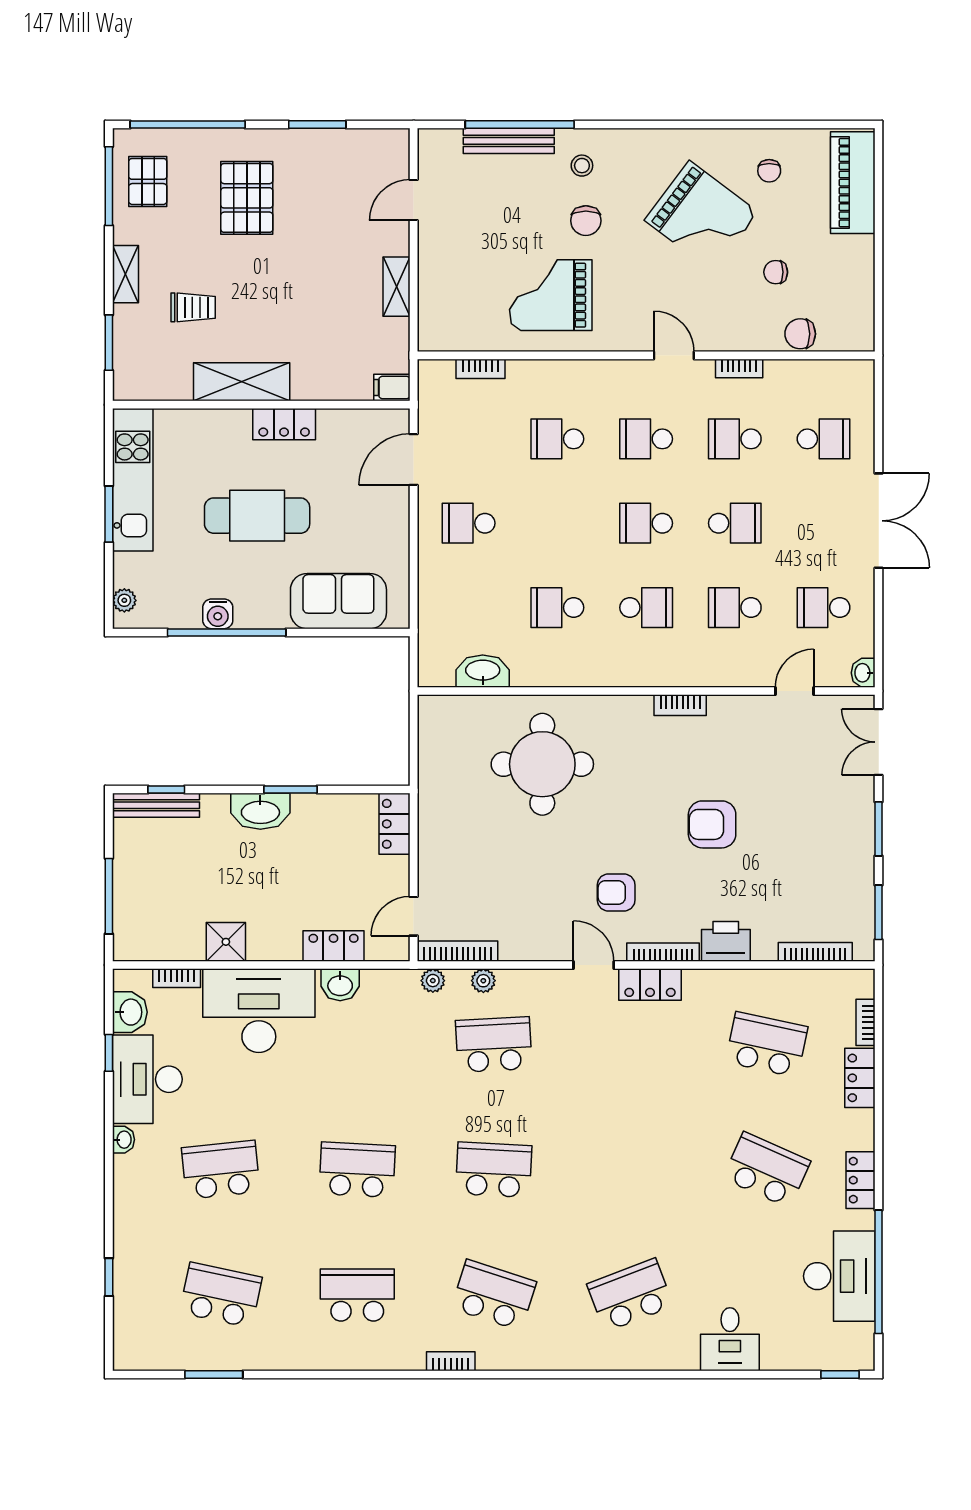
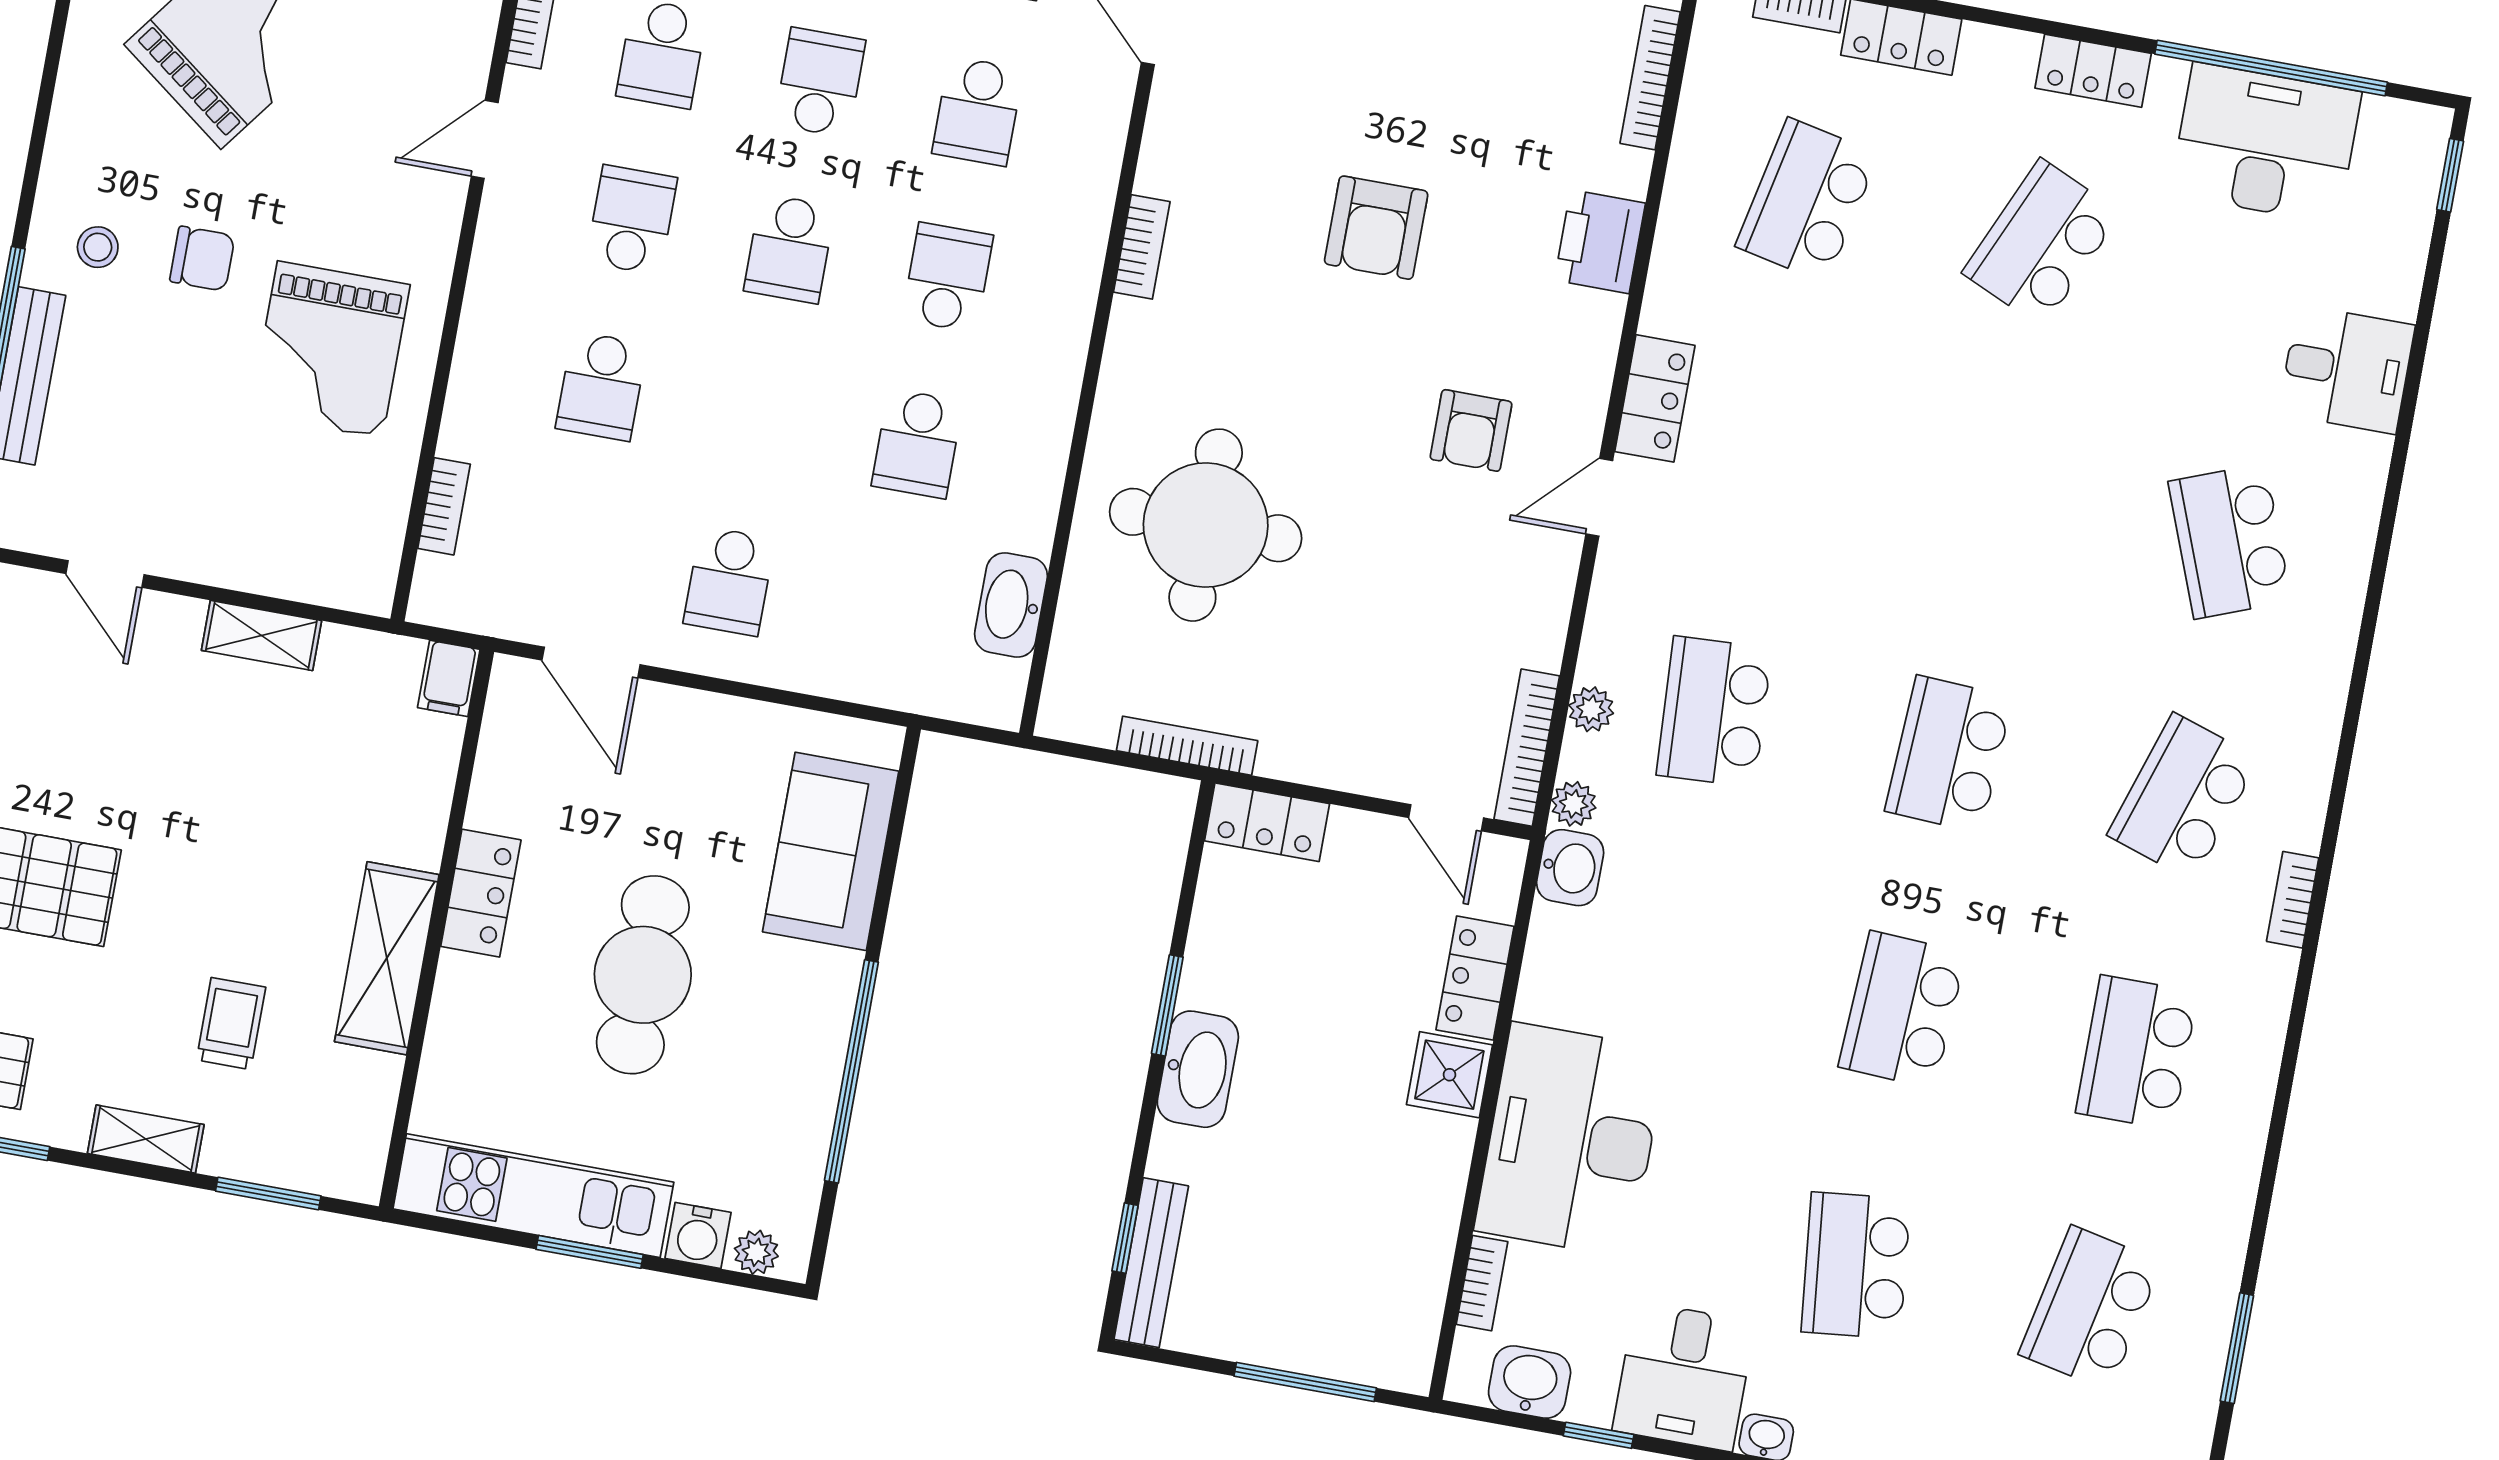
school desk: (646, 439) -> (632, 220), turned 180
water cooler: (218, 614) -> (698, 1235), moved, turned 90
shower: (226, 942) -> (1449, 1075), moved
bookcase: (663, 952) -> (1187, 746), moved, turned 90
washbasin: (340, 985) -> (1570, 868), moved
desk: (147, 1079) -> (1684, 1376), width x0.73

